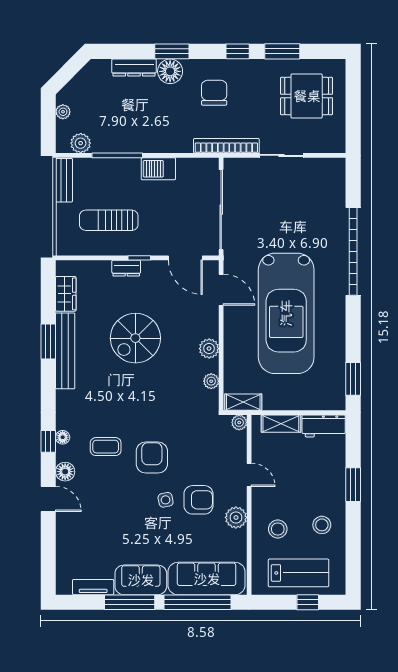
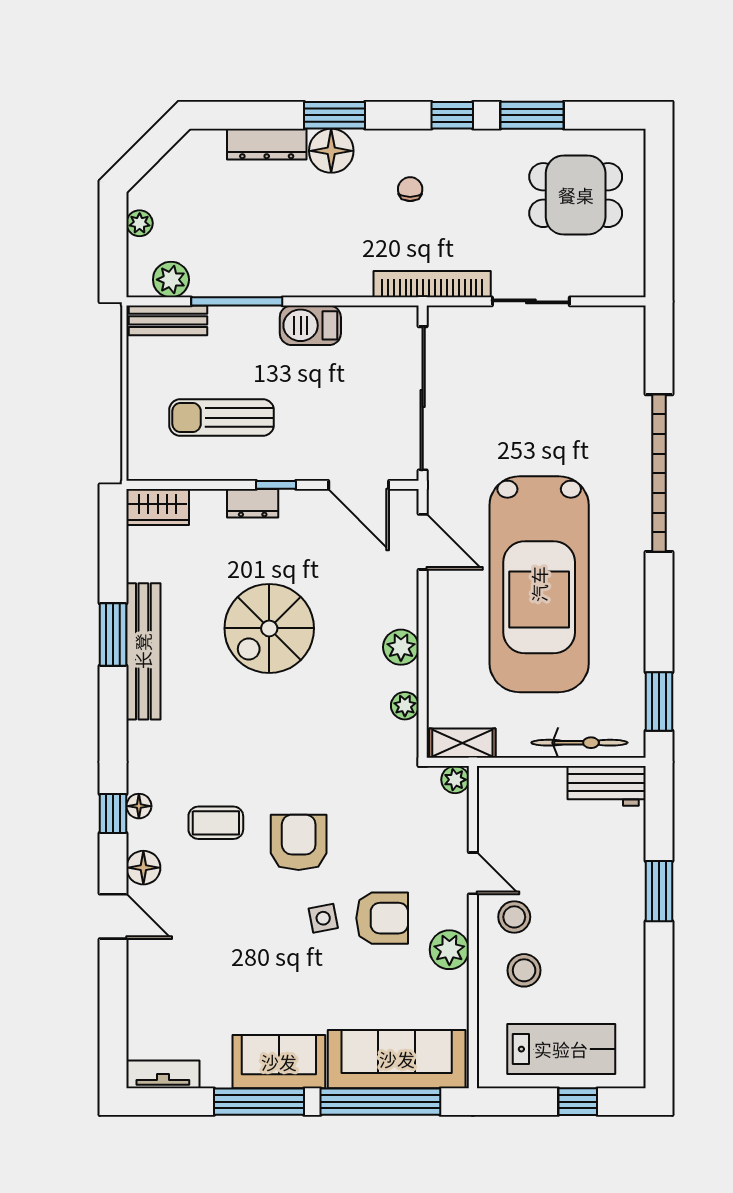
chair: (214, 93) -> (410, 189), width x0.54, depth x0.54
bench: (64, 180) -> (168, 320), moved, turned 90
wardrobe: (66, 294) -> (158, 507), moved, turned 90
bicycle: (309, 402) -> (579, 743), added
shelving: (281, 424) -> (530, 782), removed
stool: (322, 525) -> (514, 917), moved
tv unit: (93, 587) -> (163, 1074), moved

